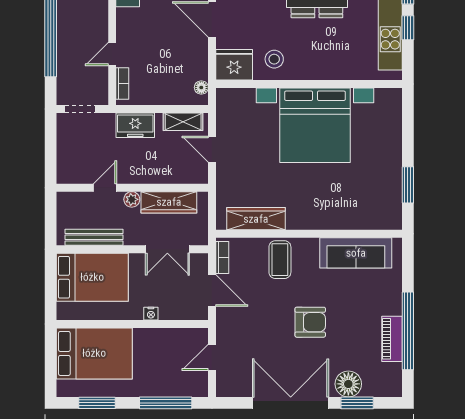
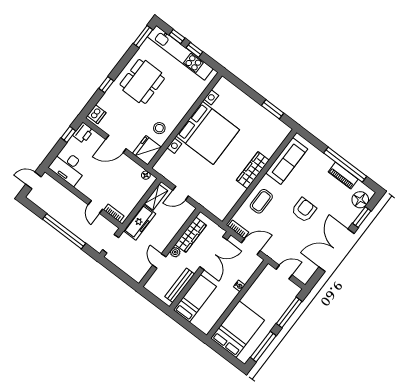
freezer: (135, 125) -> (140, 222), width x1.40
wardrobe: (256, 219) -> (253, 170), moved
double door: (167, 249) -> (213, 253), width x1.37
coffee table: (280, 260) -> (261, 201), turned 90
bed: (92, 277) -> (195, 298), width x0.67
door: (212, 357) -> (284, 272), swing flipped
floor lamp: (348, 384) -> (360, 200), moved
window: (97, 403) -> (263, 347), width x1.44

